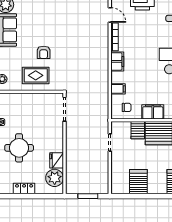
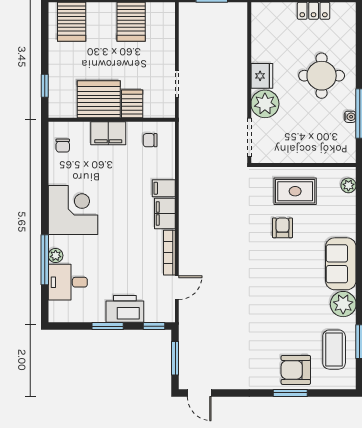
door: (110, 15) -> (177, 288), swing flipped
filing cabinet: (118, 89) -> (164, 188), moved
fridge: (57, 160) -> (262, 76), moved
plant: (55, 178) -> (265, 104), moved

